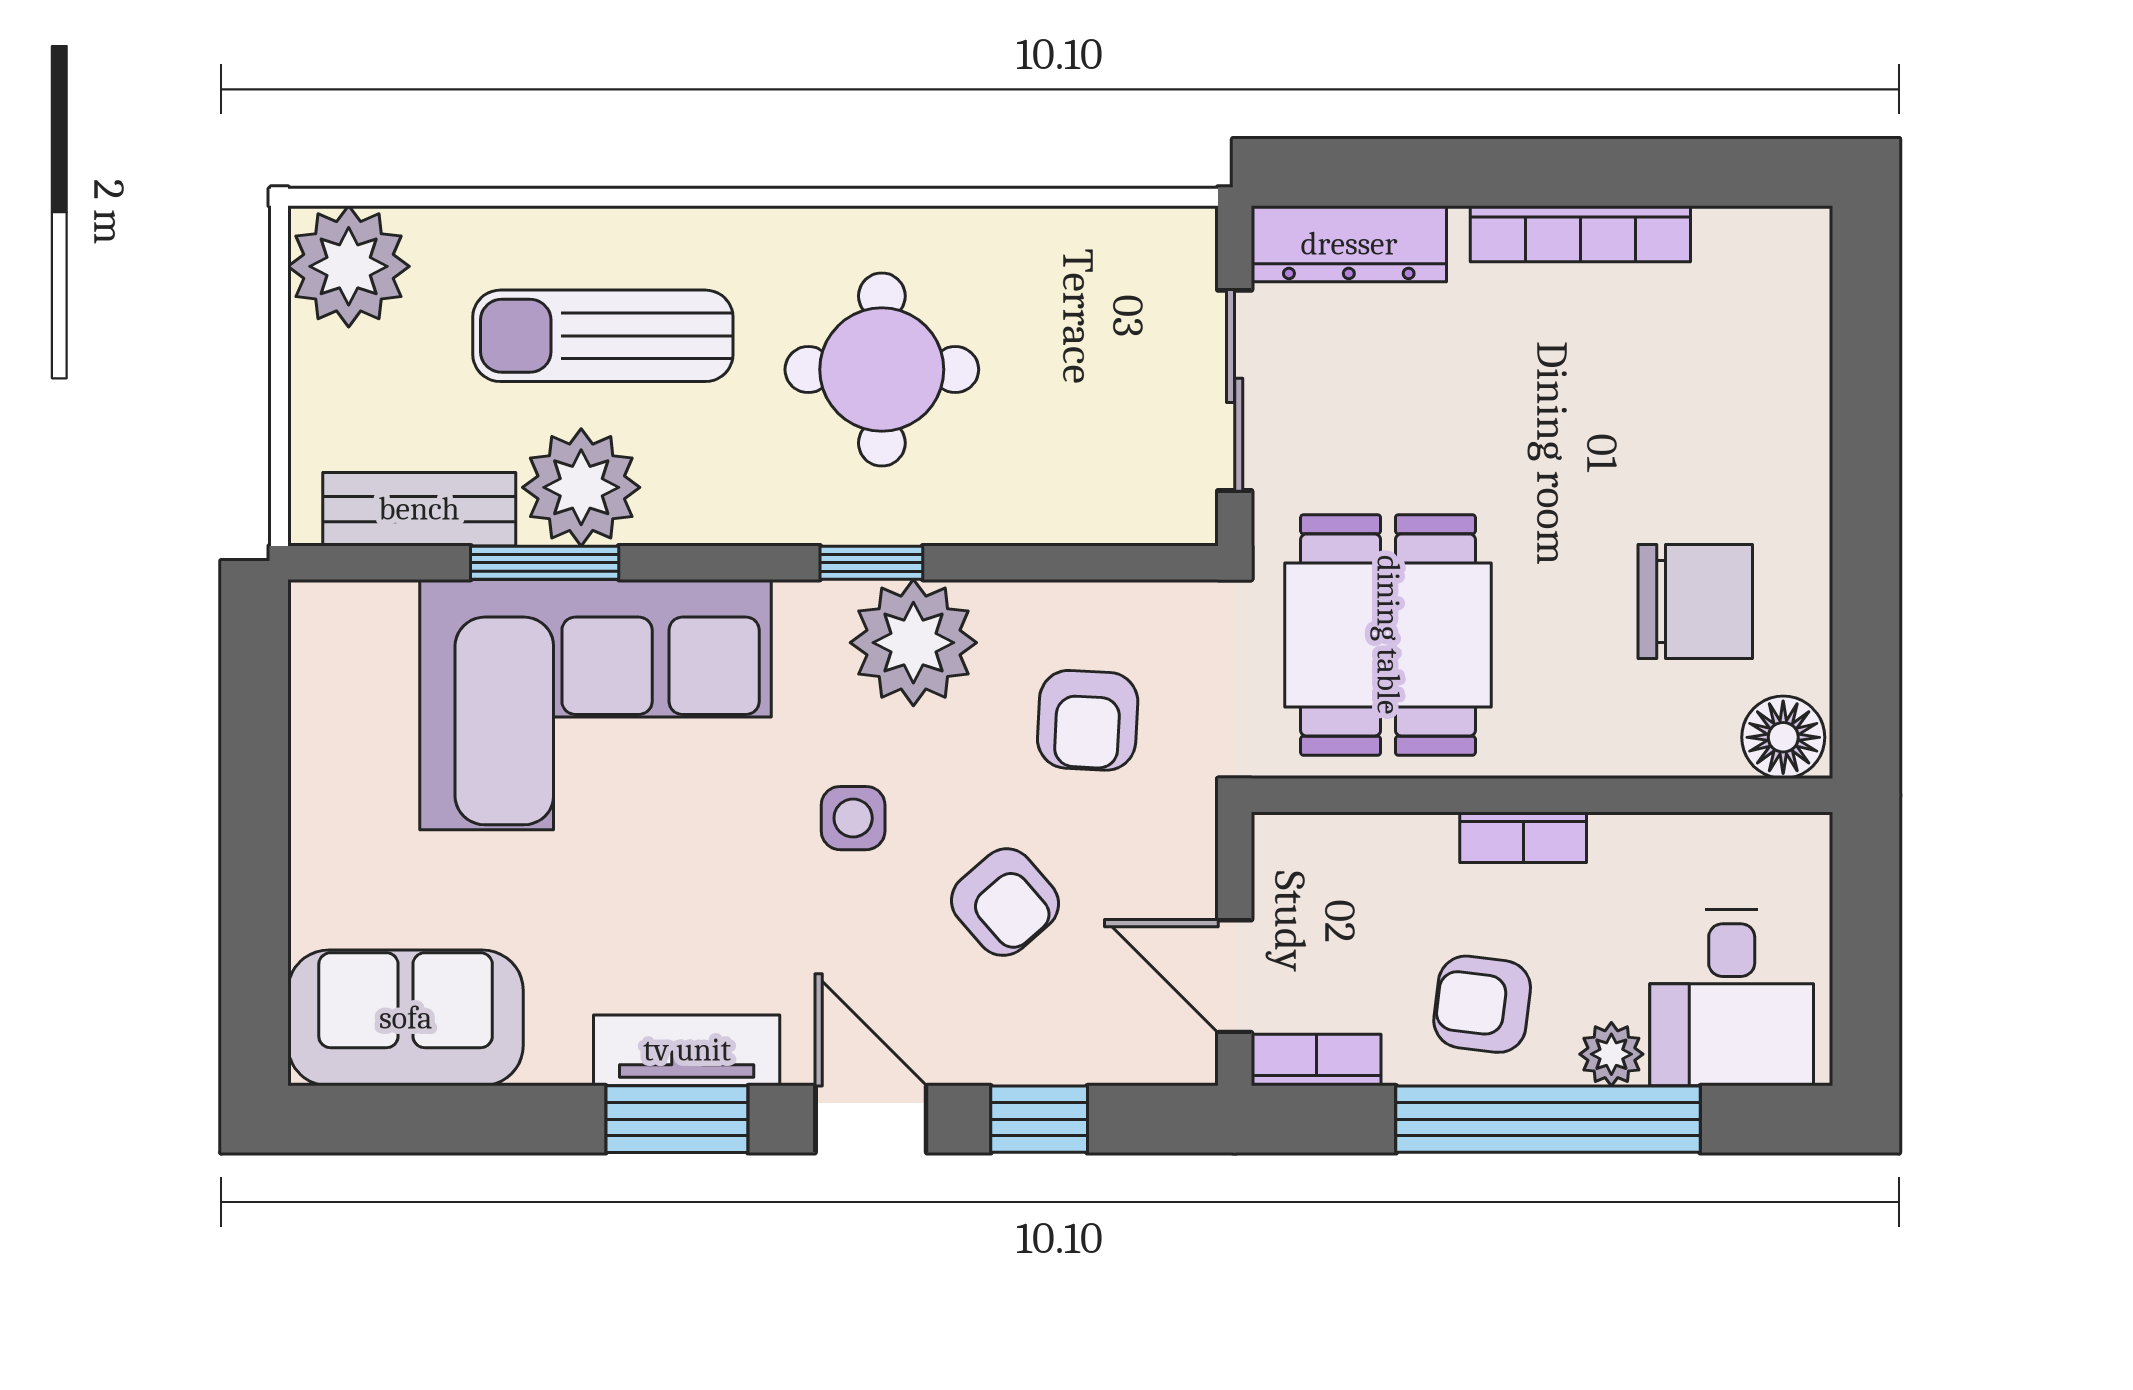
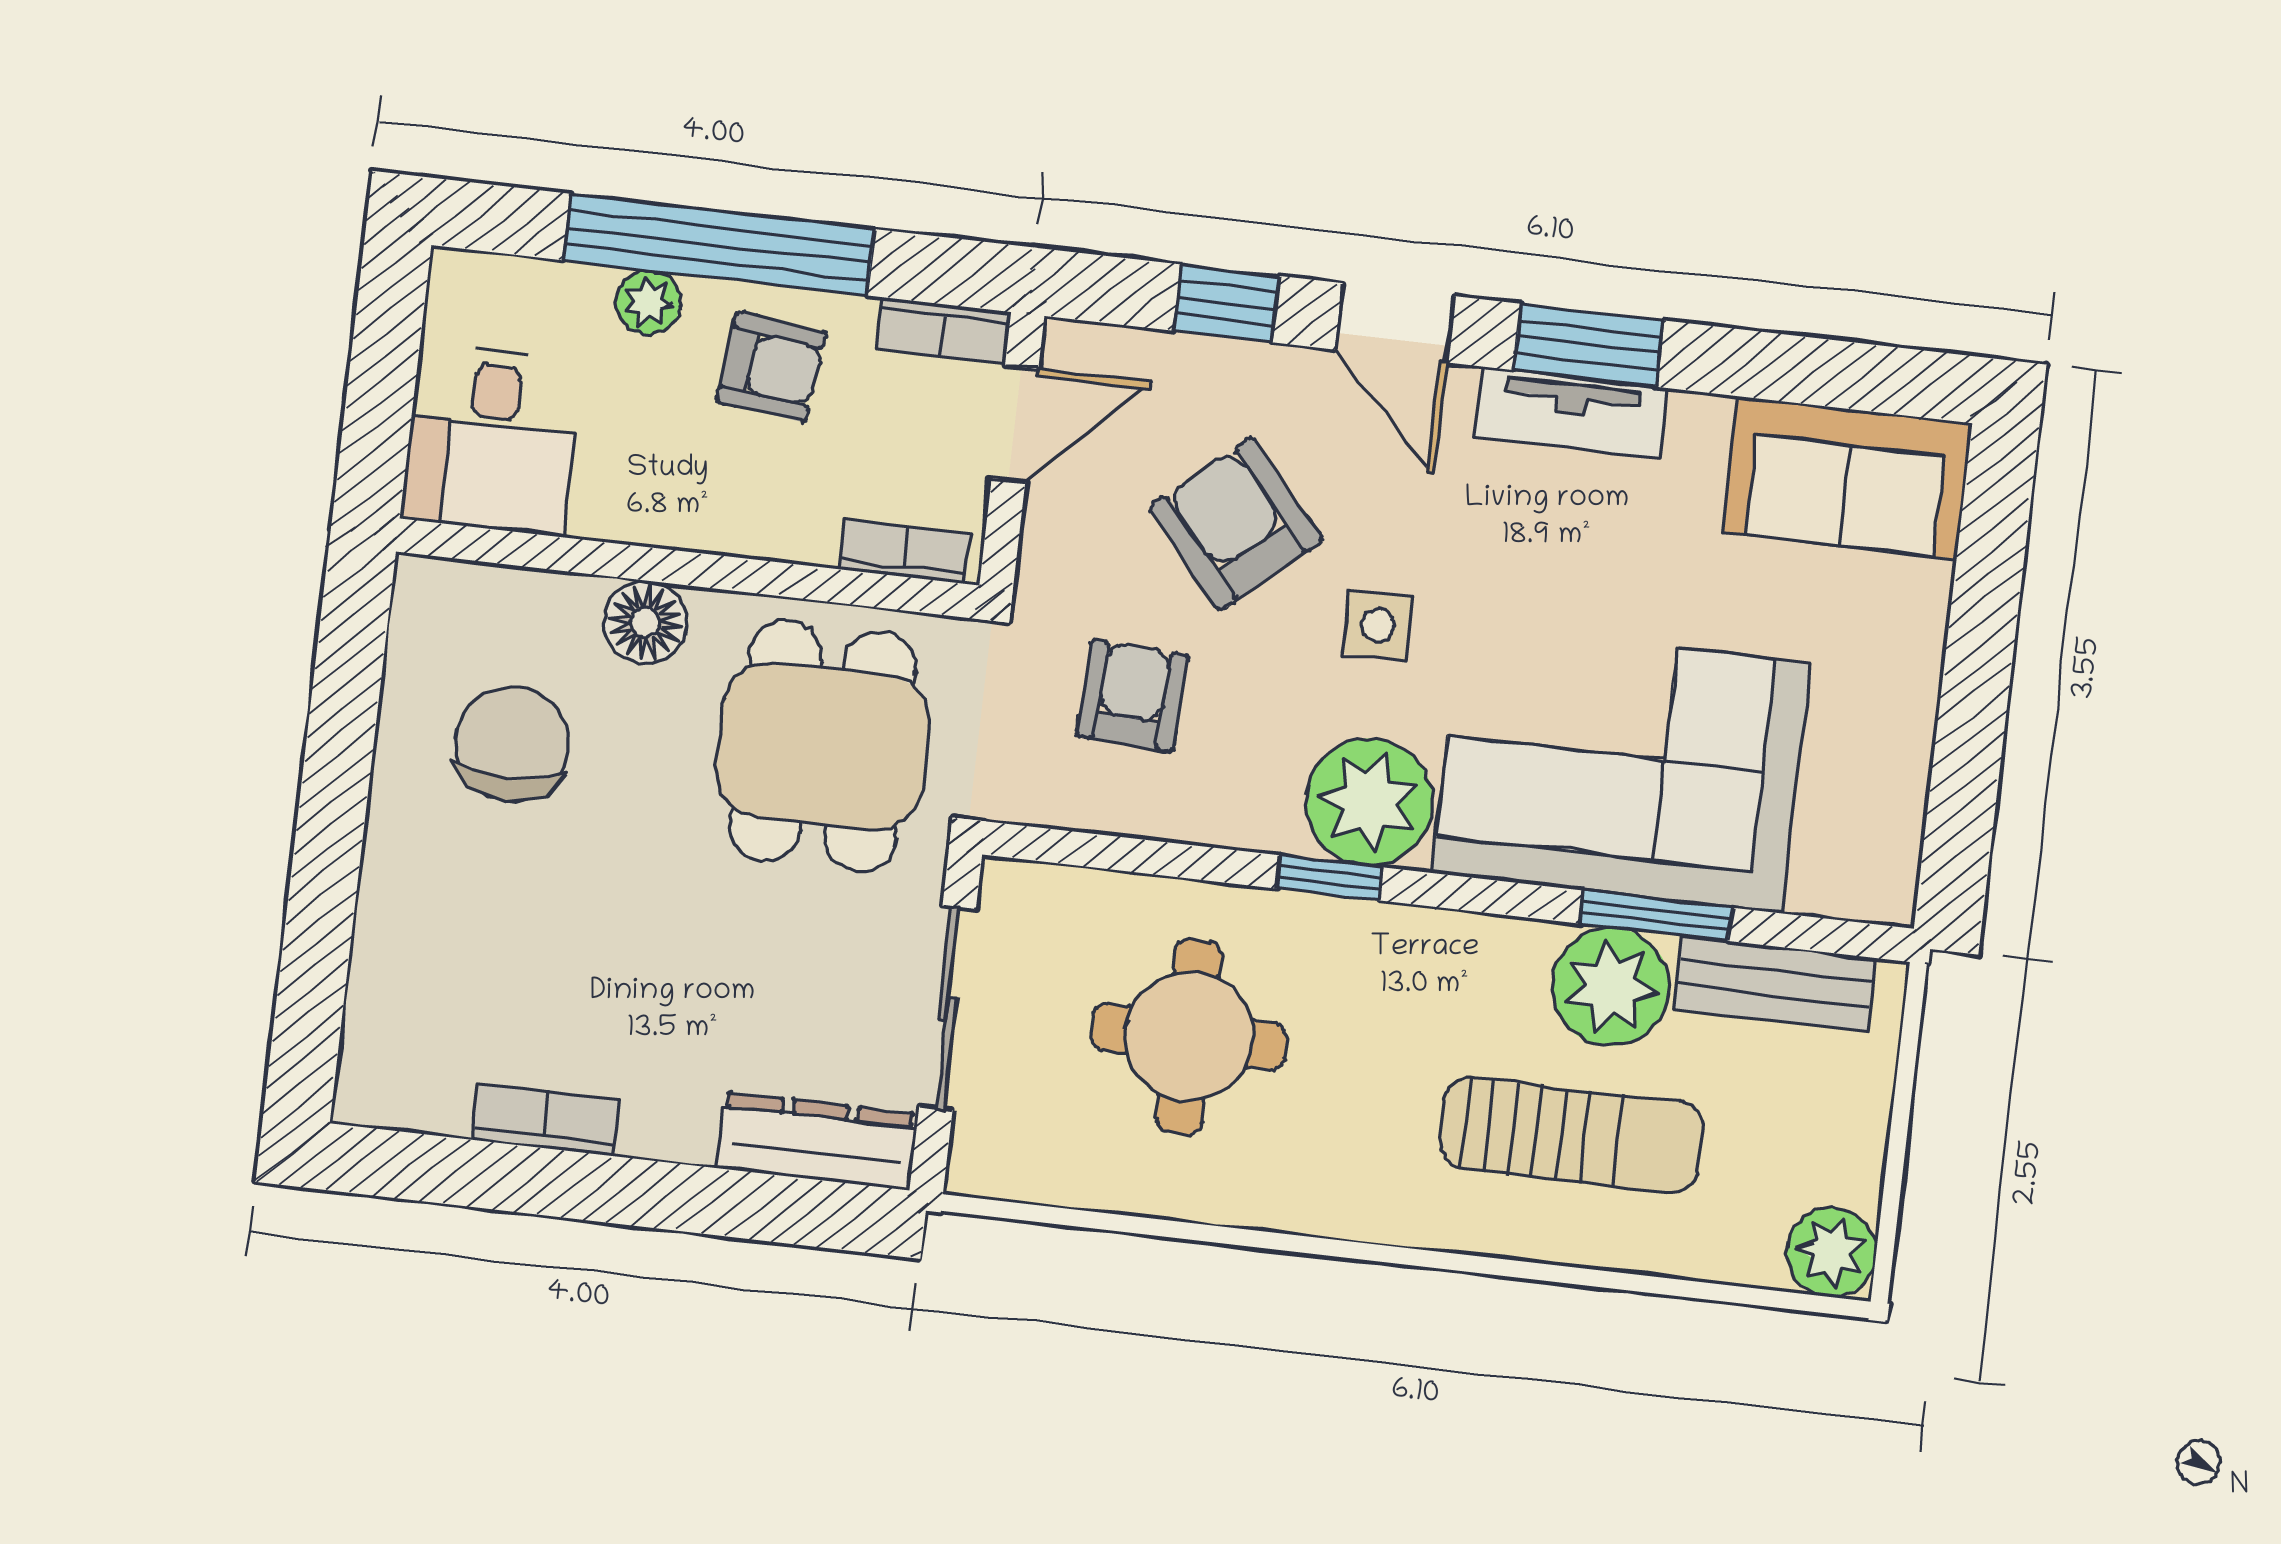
bookcase: (1580, 234) -> (545, 1120), width x0.64
plant: (349, 266) -> (1831, 1252), width x0.73, depth x0.73
round table: (882, 370) -> (1189, 1037), moved
chair: (1695, 601) -> (512, 744), turned 90
plant: (913, 643) -> (1369, 802), moved
floor lamp: (1783, 737) -> (645, 622), moved
bookcase: (1523, 837) -> (905, 551), moved
armchair: (1005, 902) -> (1236, 524), width x1.38, depth x1.38
door: (1235, 976) -> (1015, 424), hinge flipped
desk: (1732, 998) -> (491, 440), moved, turned 180

